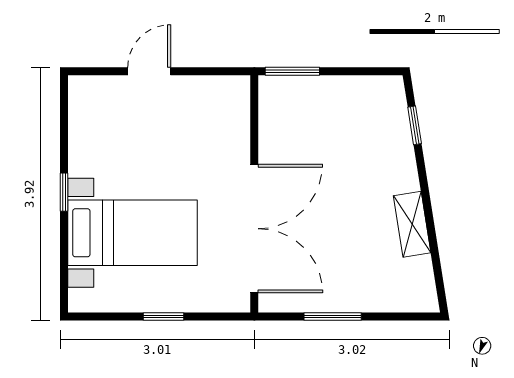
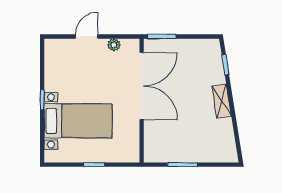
plant: (201, 87) -> (114, 45), added
shelving: (412, 224) -> (222, 101), moved
double door: (254, 229) -> (142, 86), moved

